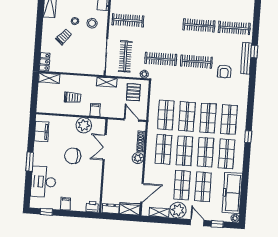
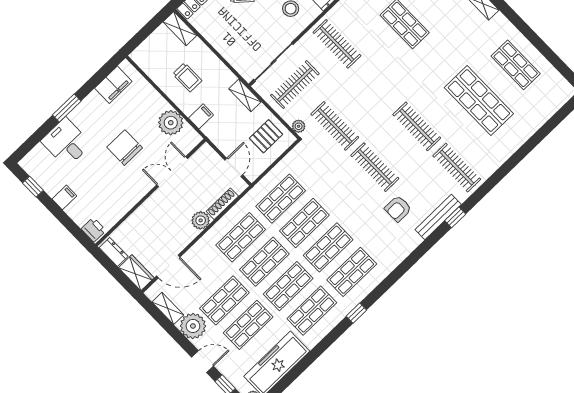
desk: (43, 182) -> (66, 143), width x0.73
door: (197, 223) -> (203, 362), hinge flipped

